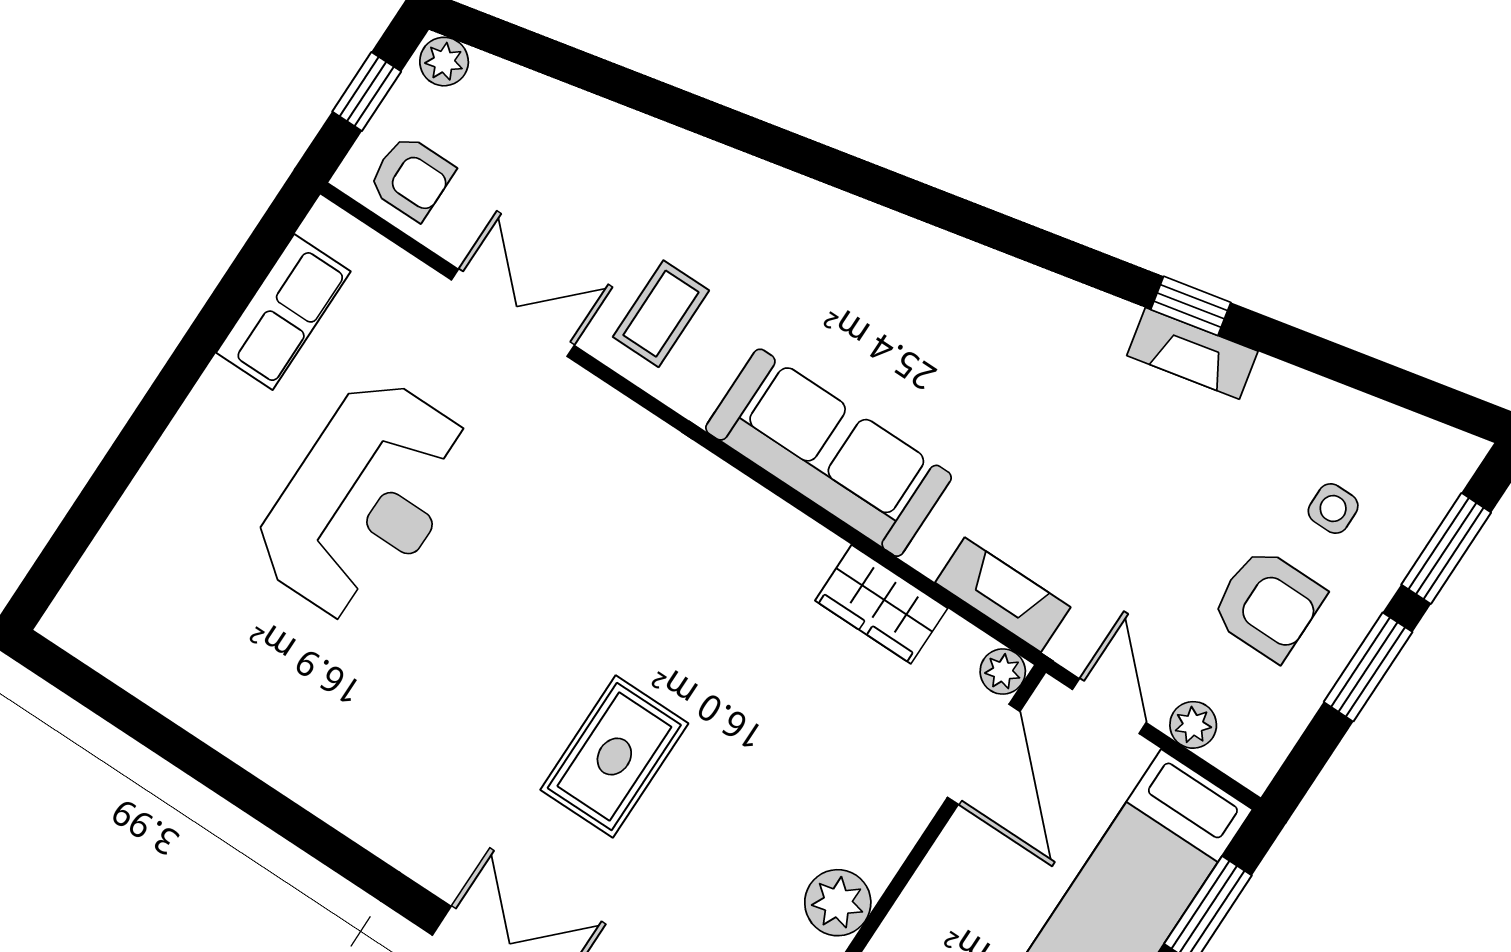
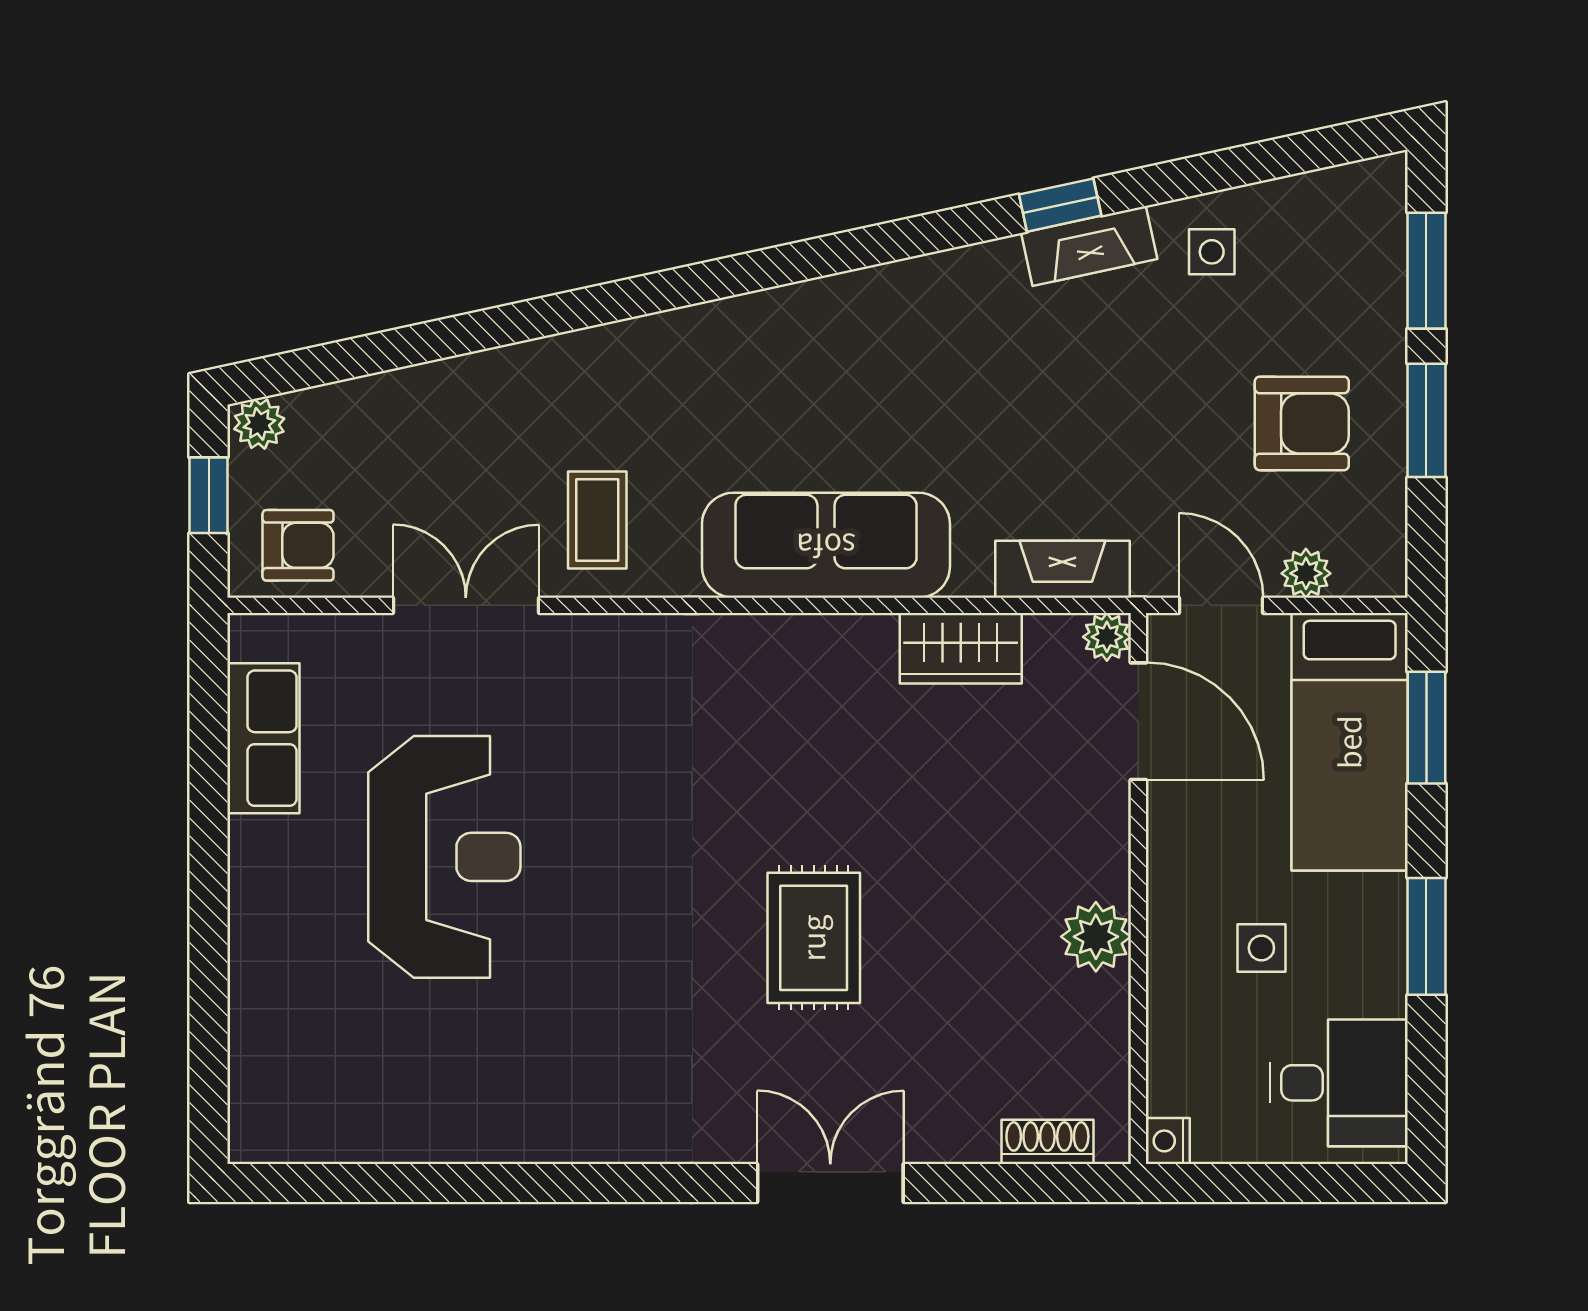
side table: (1333, 509) -> (1212, 252), moved

